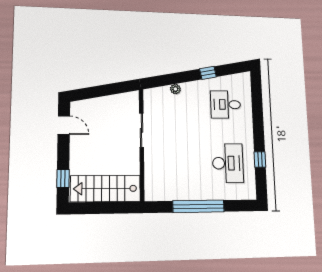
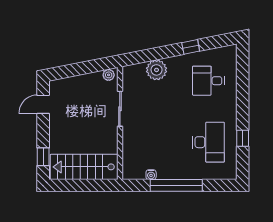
plant: (175, 89) -> (157, 70), width x1.87, depth x1.87
plant: (130, 97) -> (109, 75), added
door: (64, 125) -> (43, 104), swing flipped
water cooler: (173, 196) -> (151, 175), added

